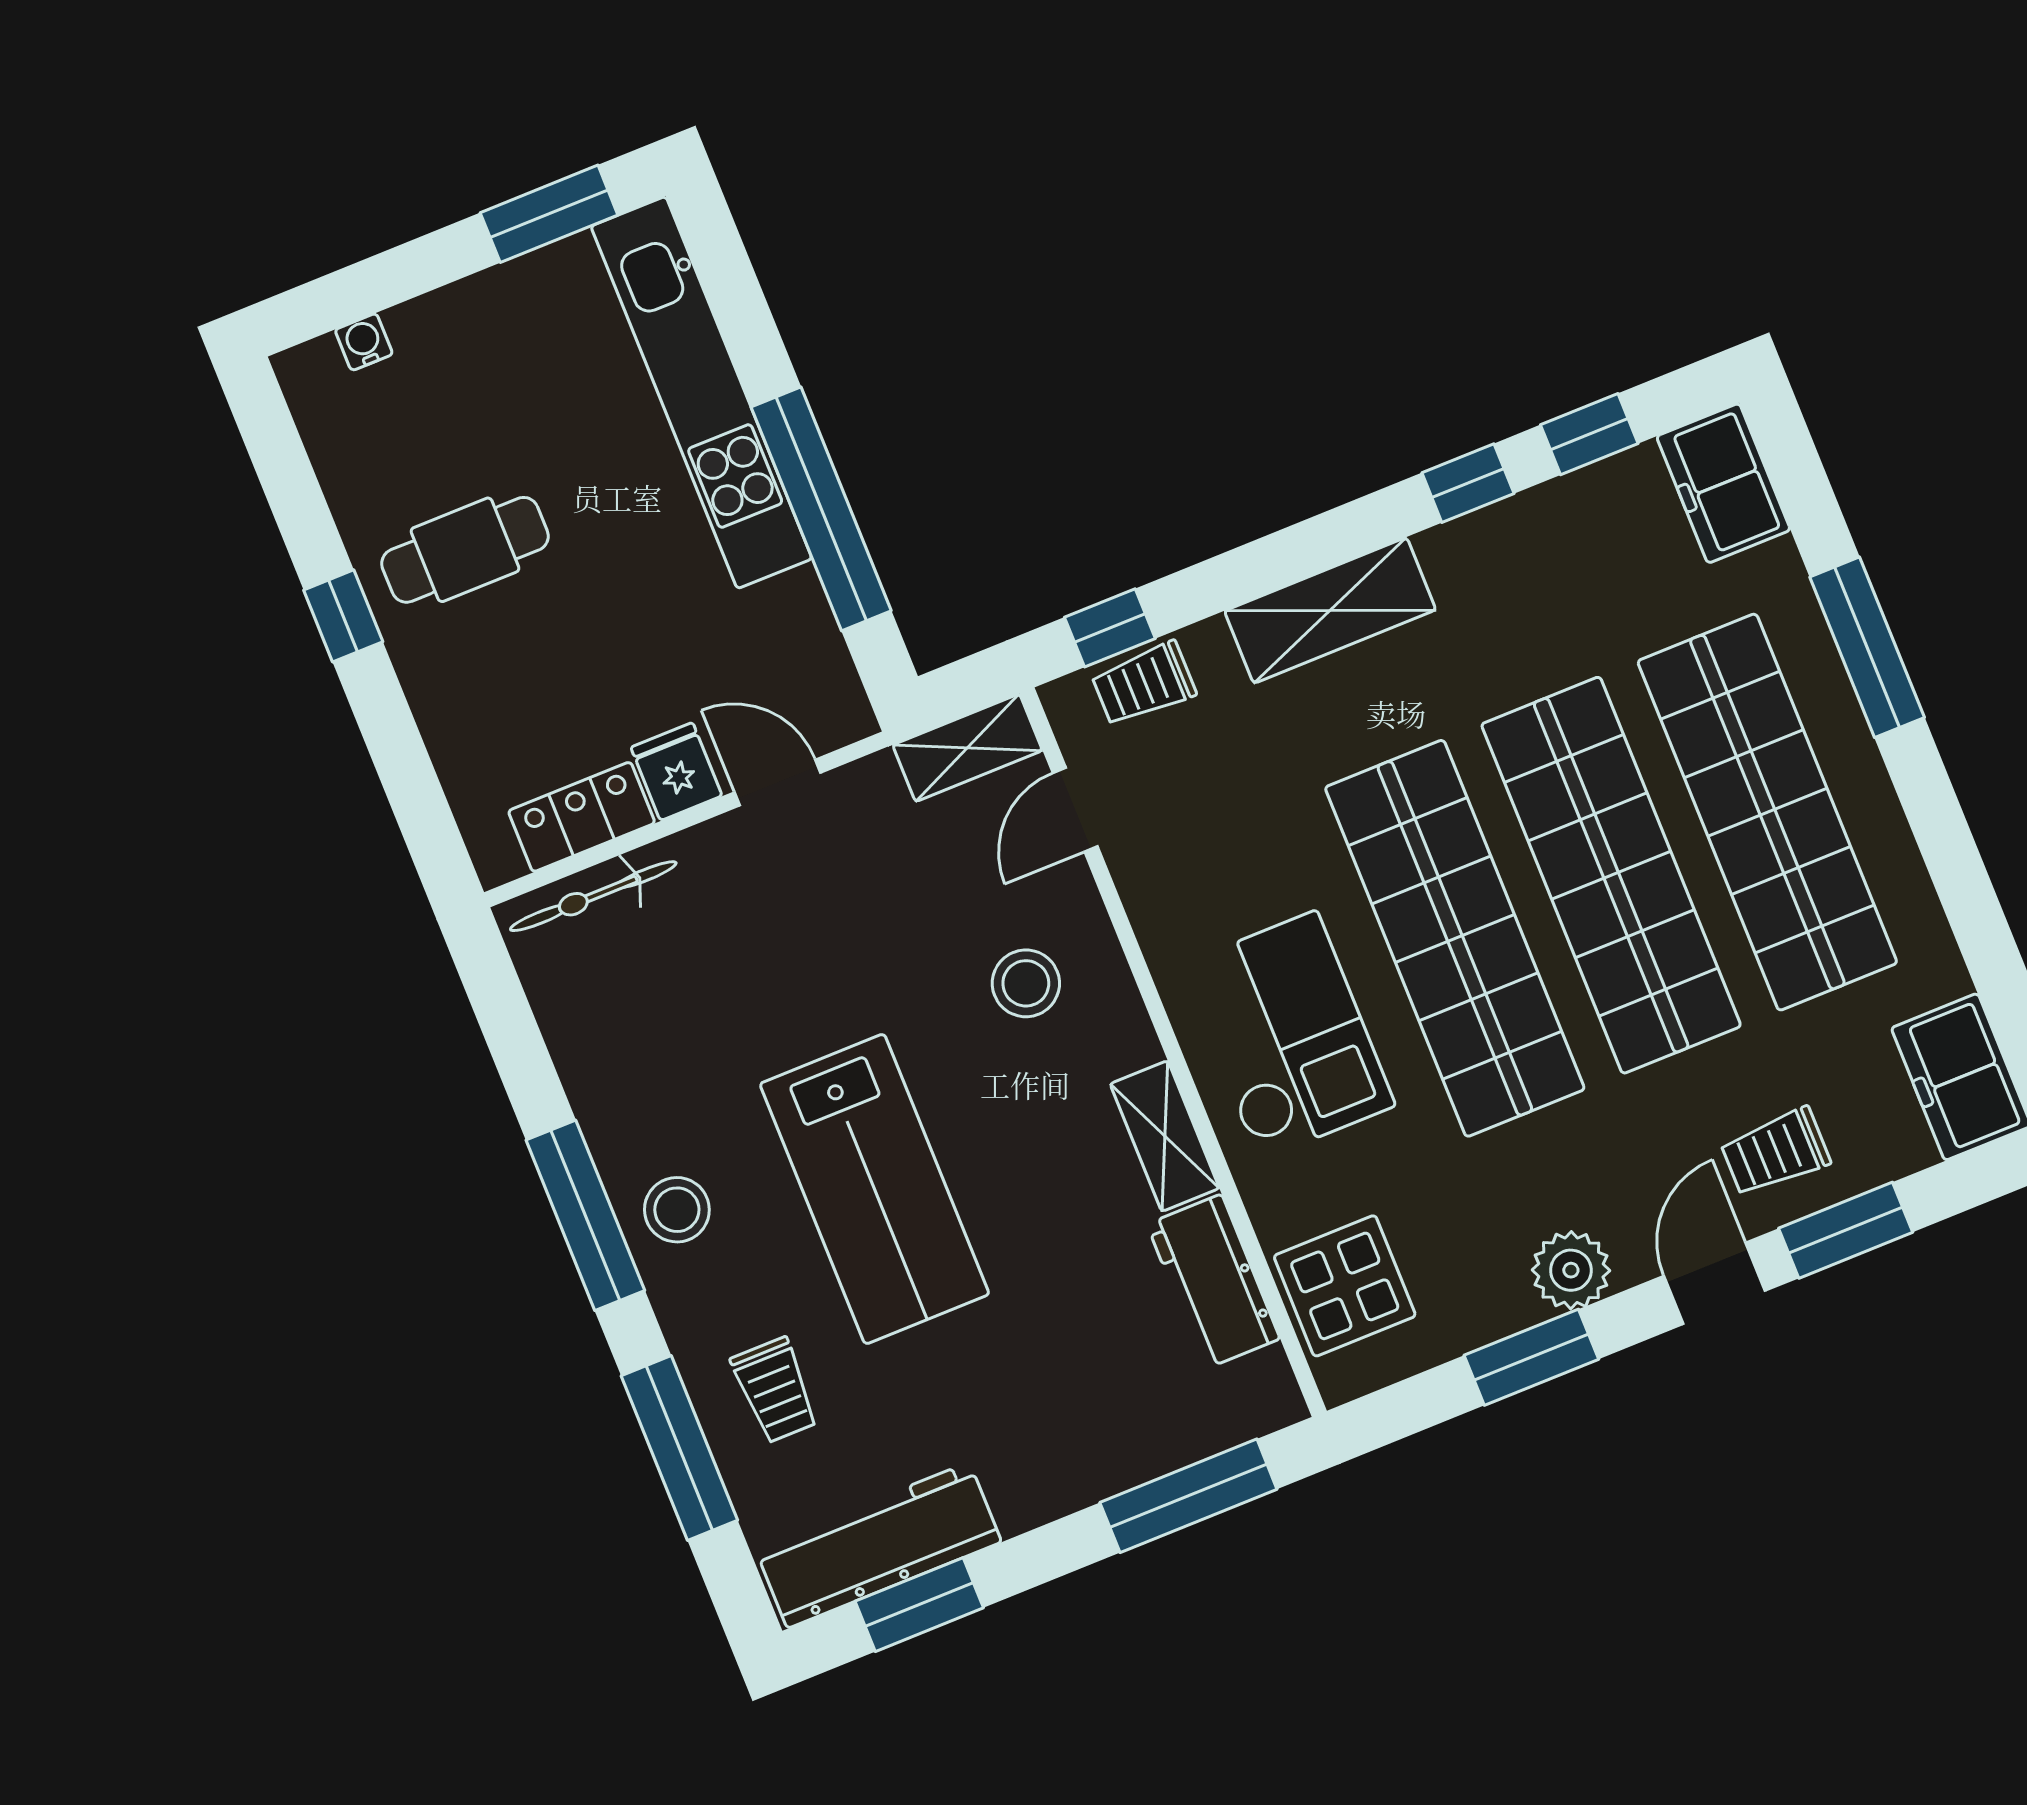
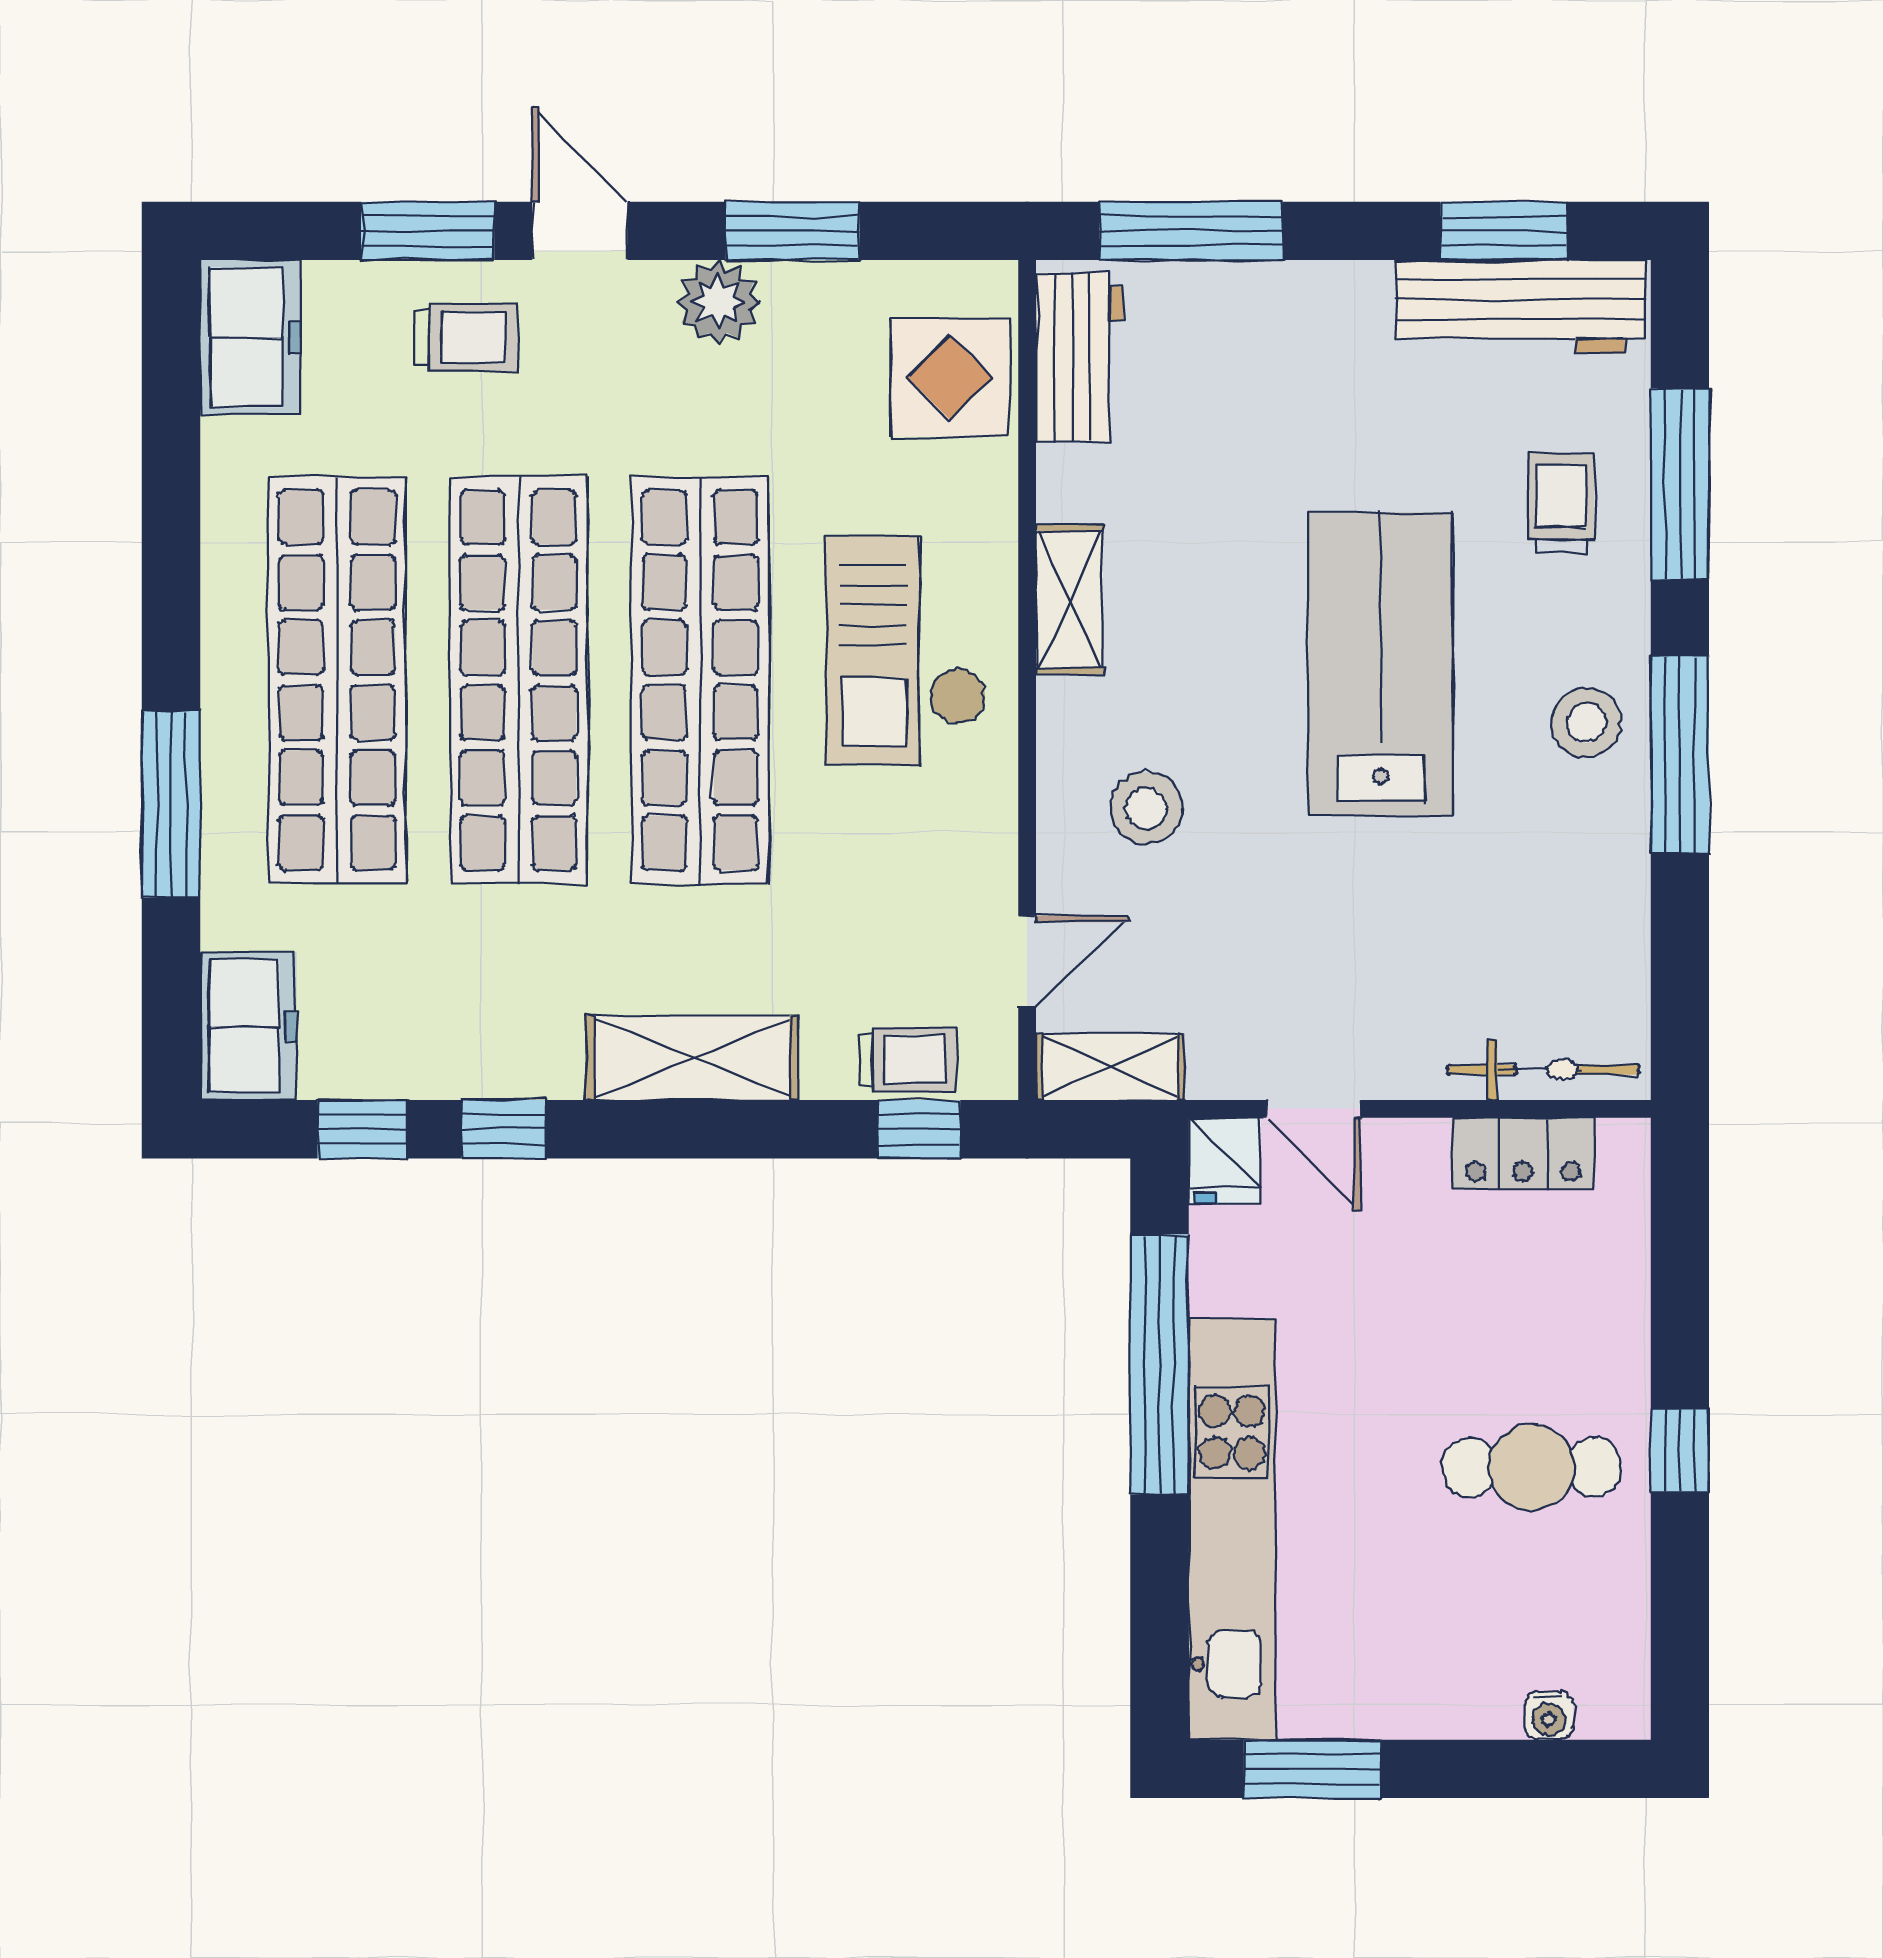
fridge: (676, 772) -> (1225, 1161), moved
workbench: (1213, 1281) -> (1080, 357), moved
door: (1714, 1283) -> (580, 231), swing flipped

